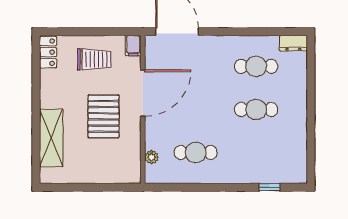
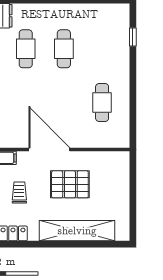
trolley: (94, 59) -> (19, 193), width x0.73, depth x0.72
shelving: (51, 138) -> (77, 231), width x1.47
plant: (151, 157) -> (106, 142), removed

